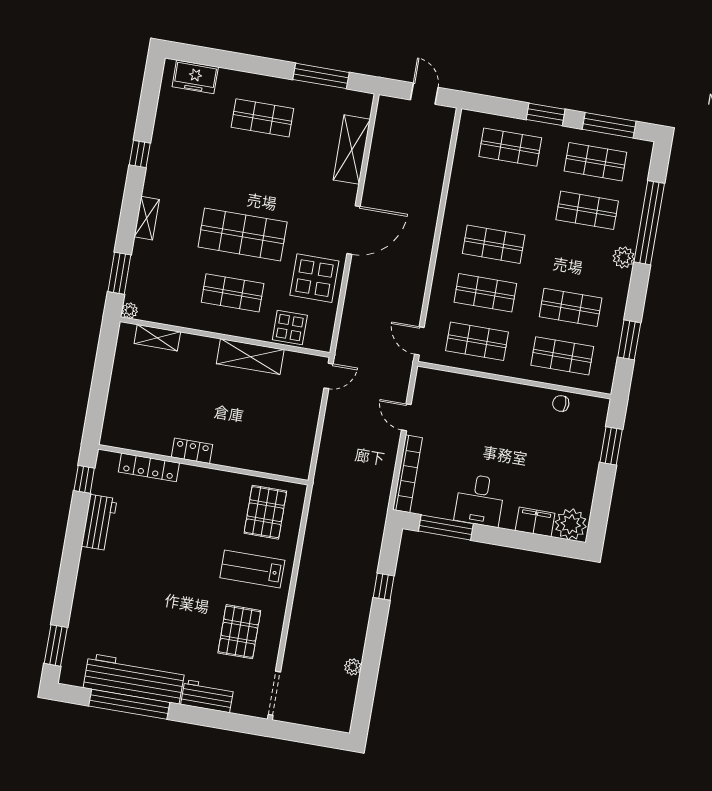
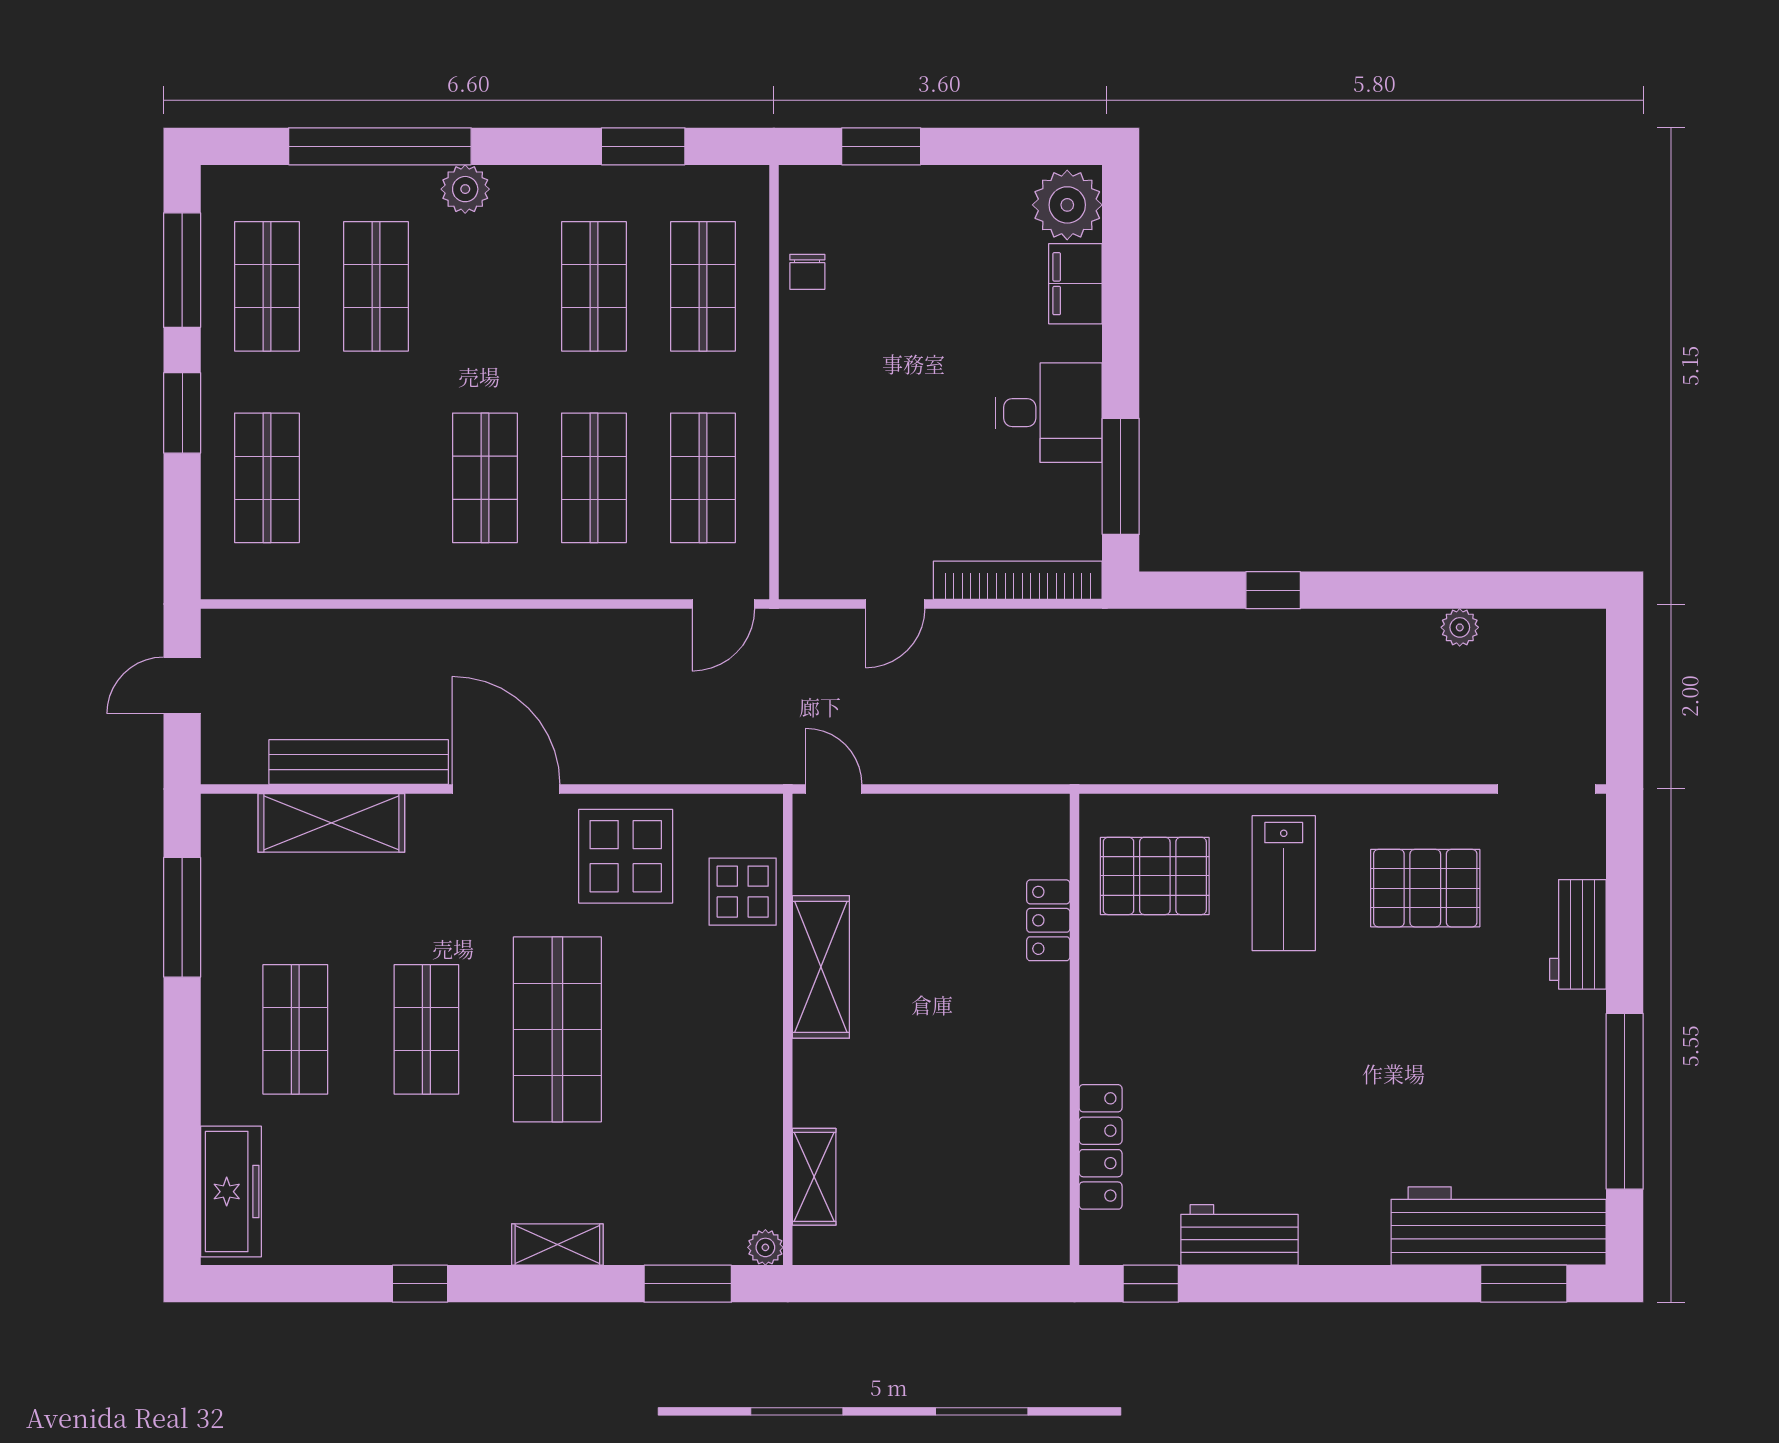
freezer: (195, 77) -> (231, 1192), width x1.40
bench: (377, 166) -> (359, 762), added
shop shelf: (233, 293) -> (426, 1029), moved
locker: (192, 451) -> (1048, 920), moved
workbench: (134, 679) -> (1499, 1226), moved, turned 90

